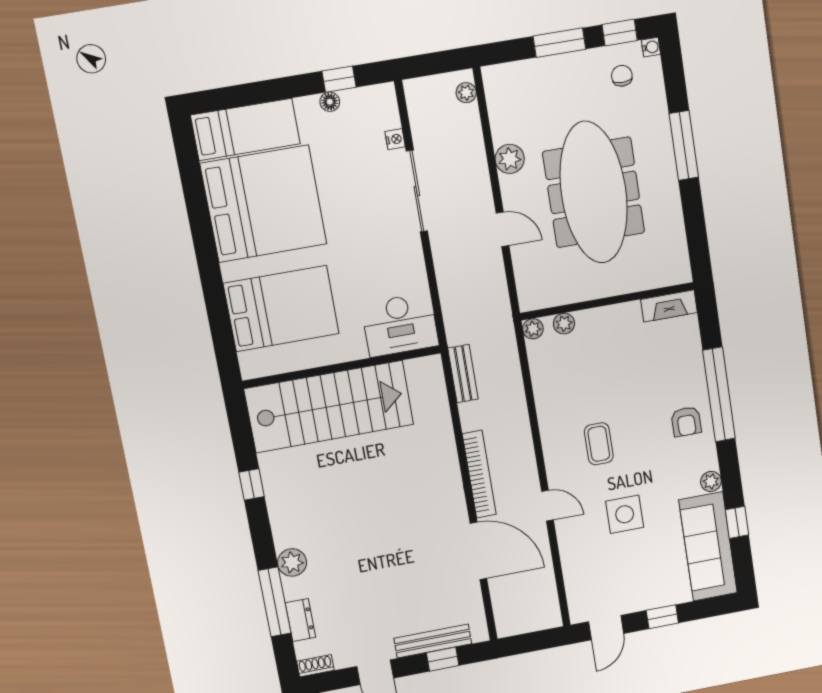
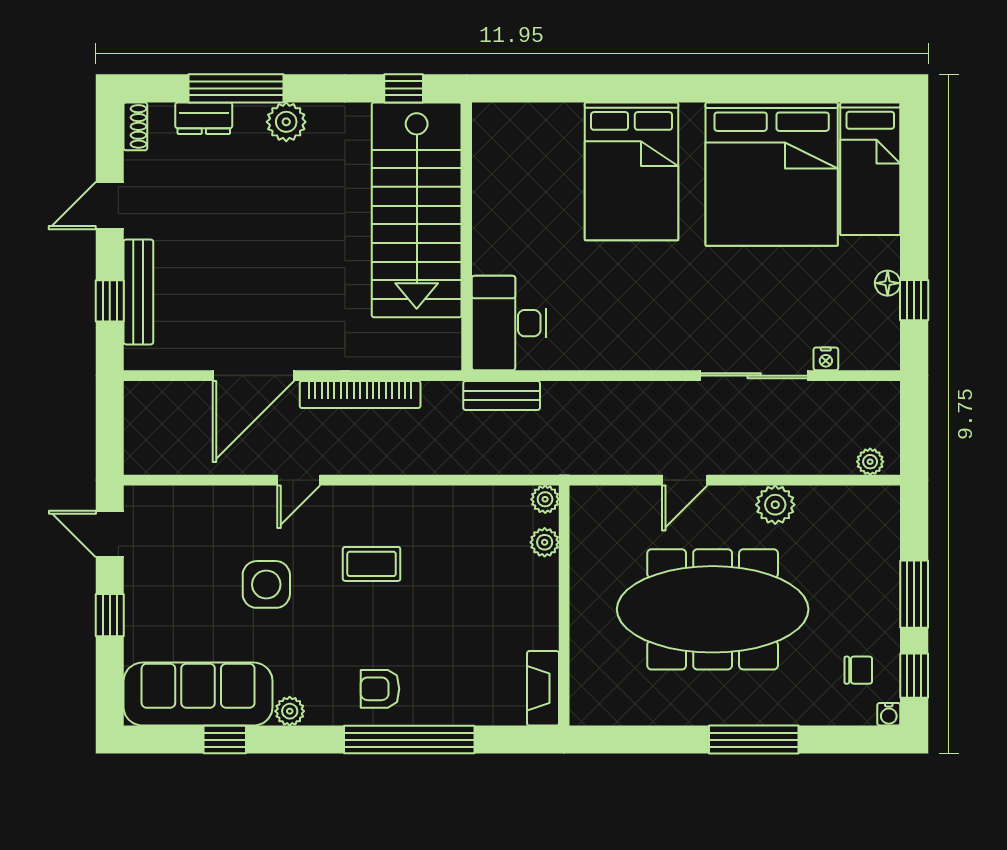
desk: (400, 325) -> (509, 323), moved
wall: (342, 367) -> (467, 236), moved
stairs: (329, 407) -> (417, 210), moved

